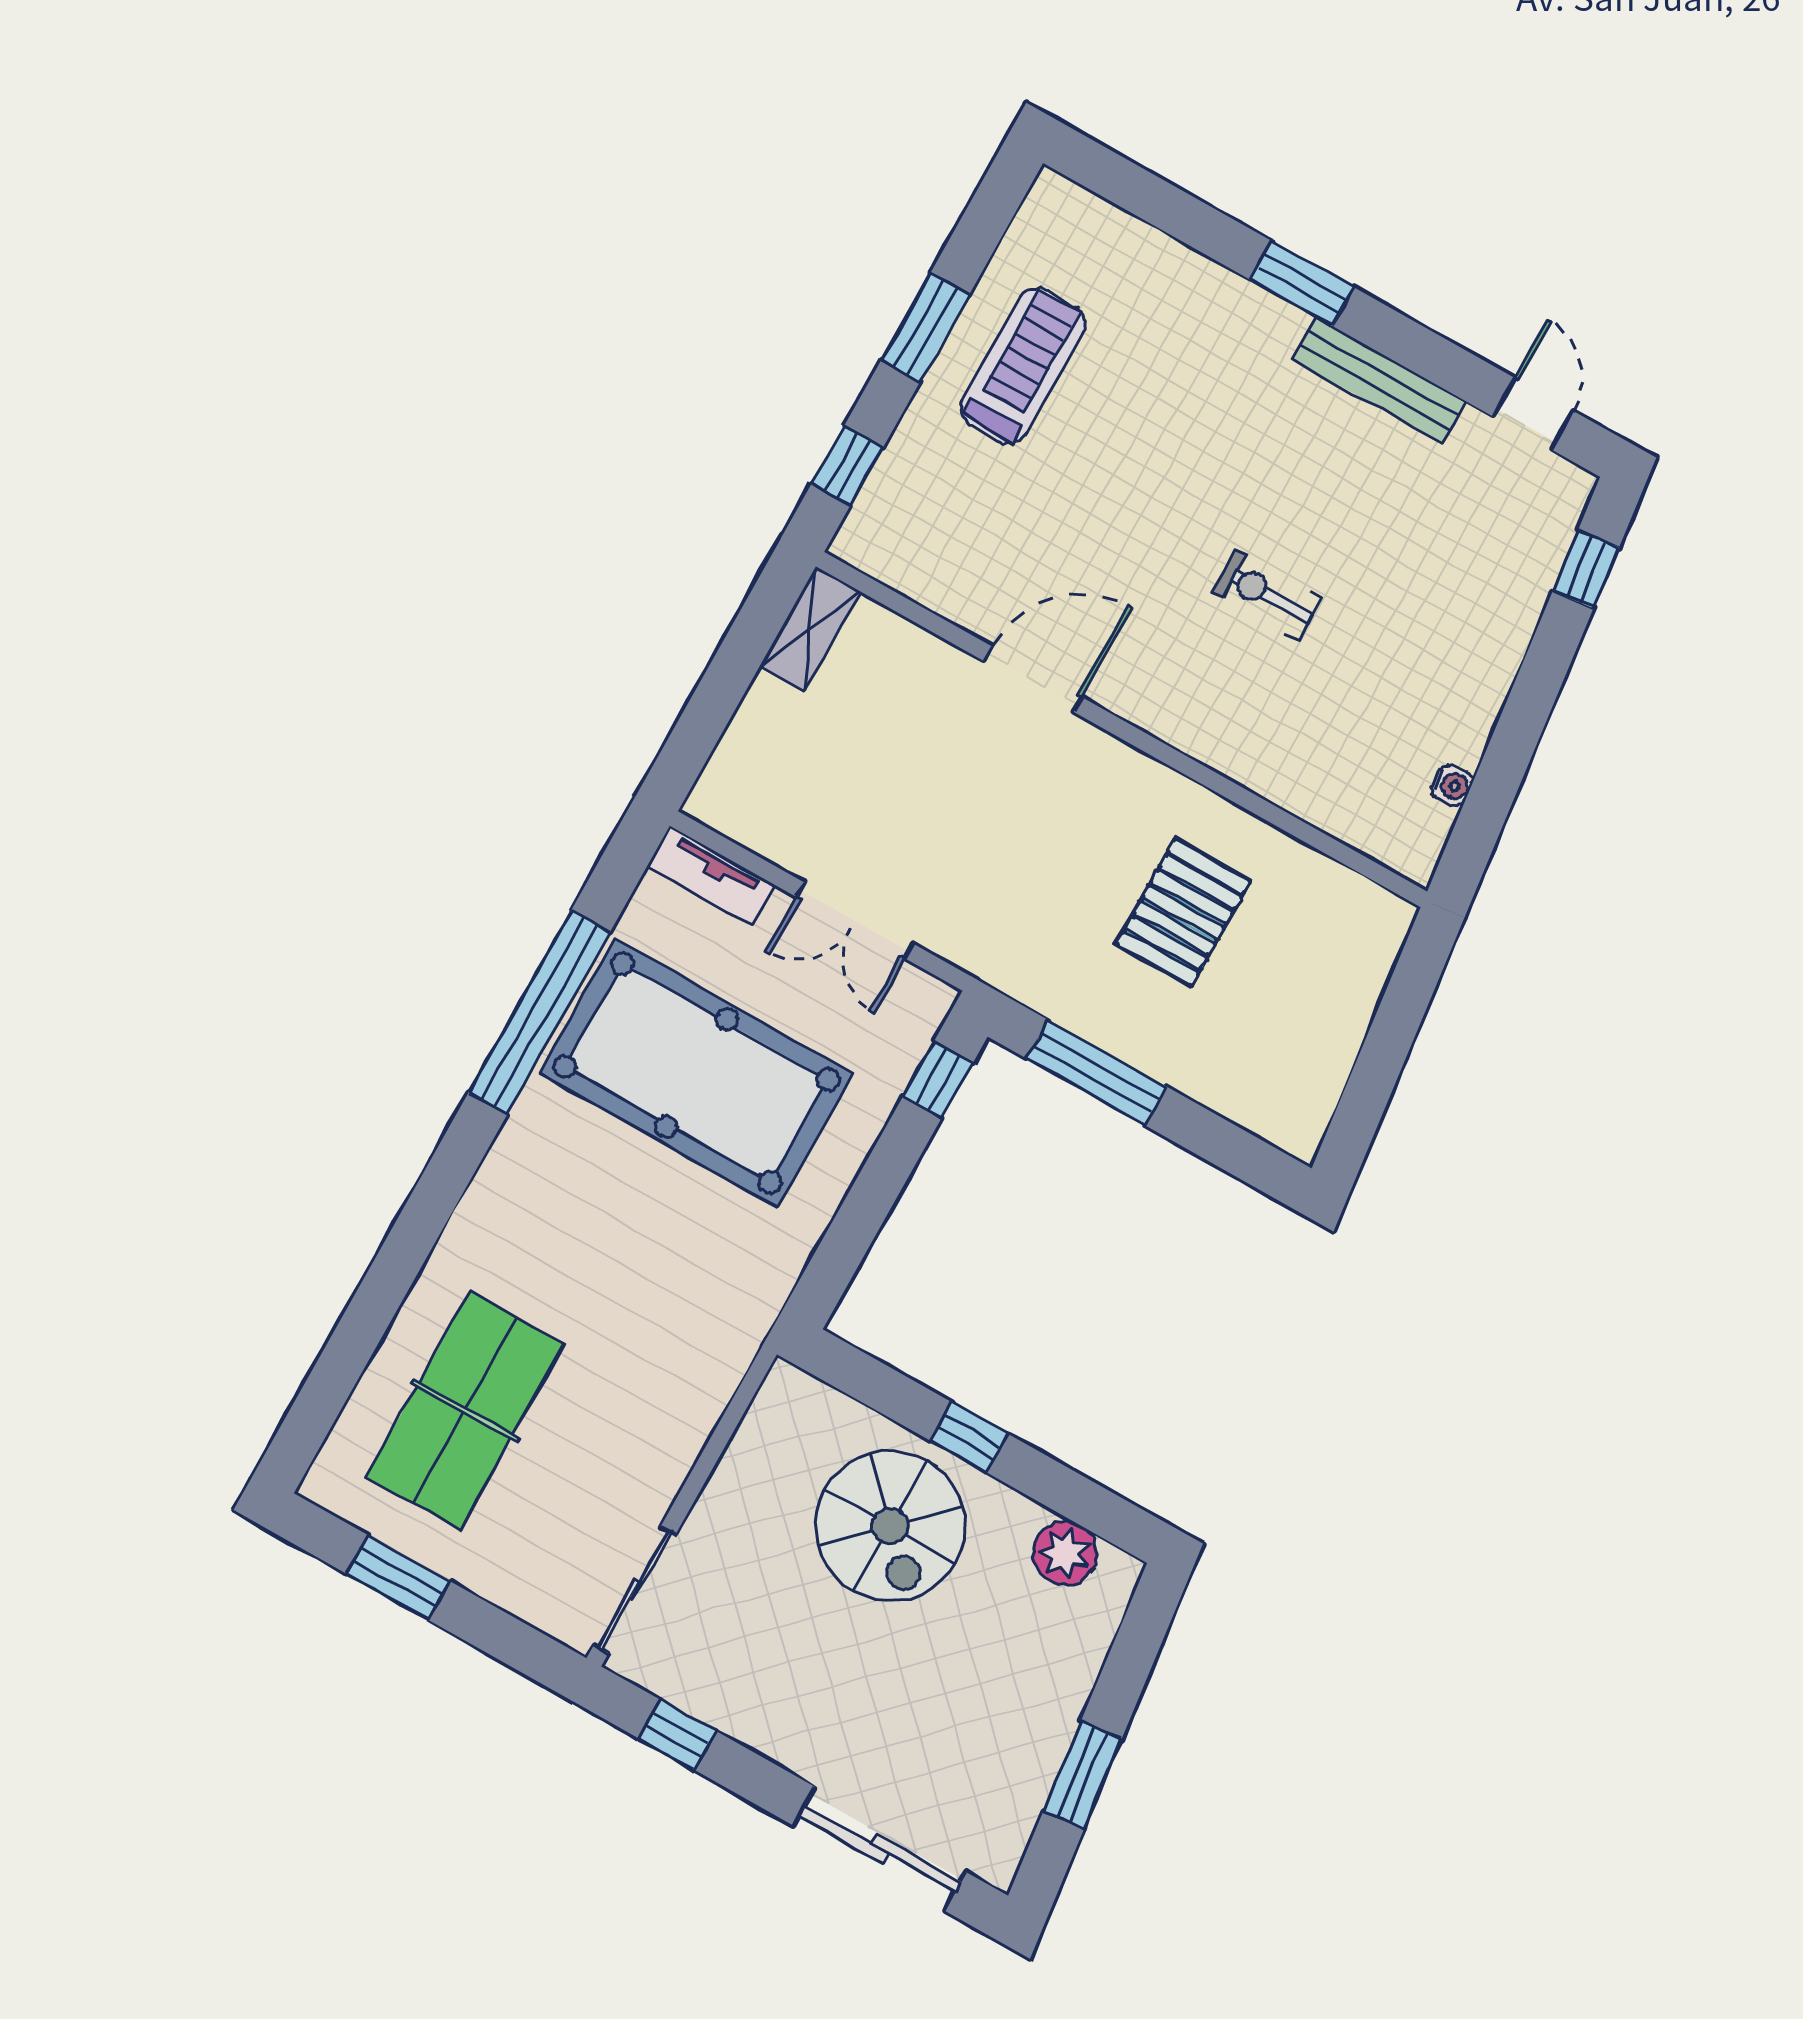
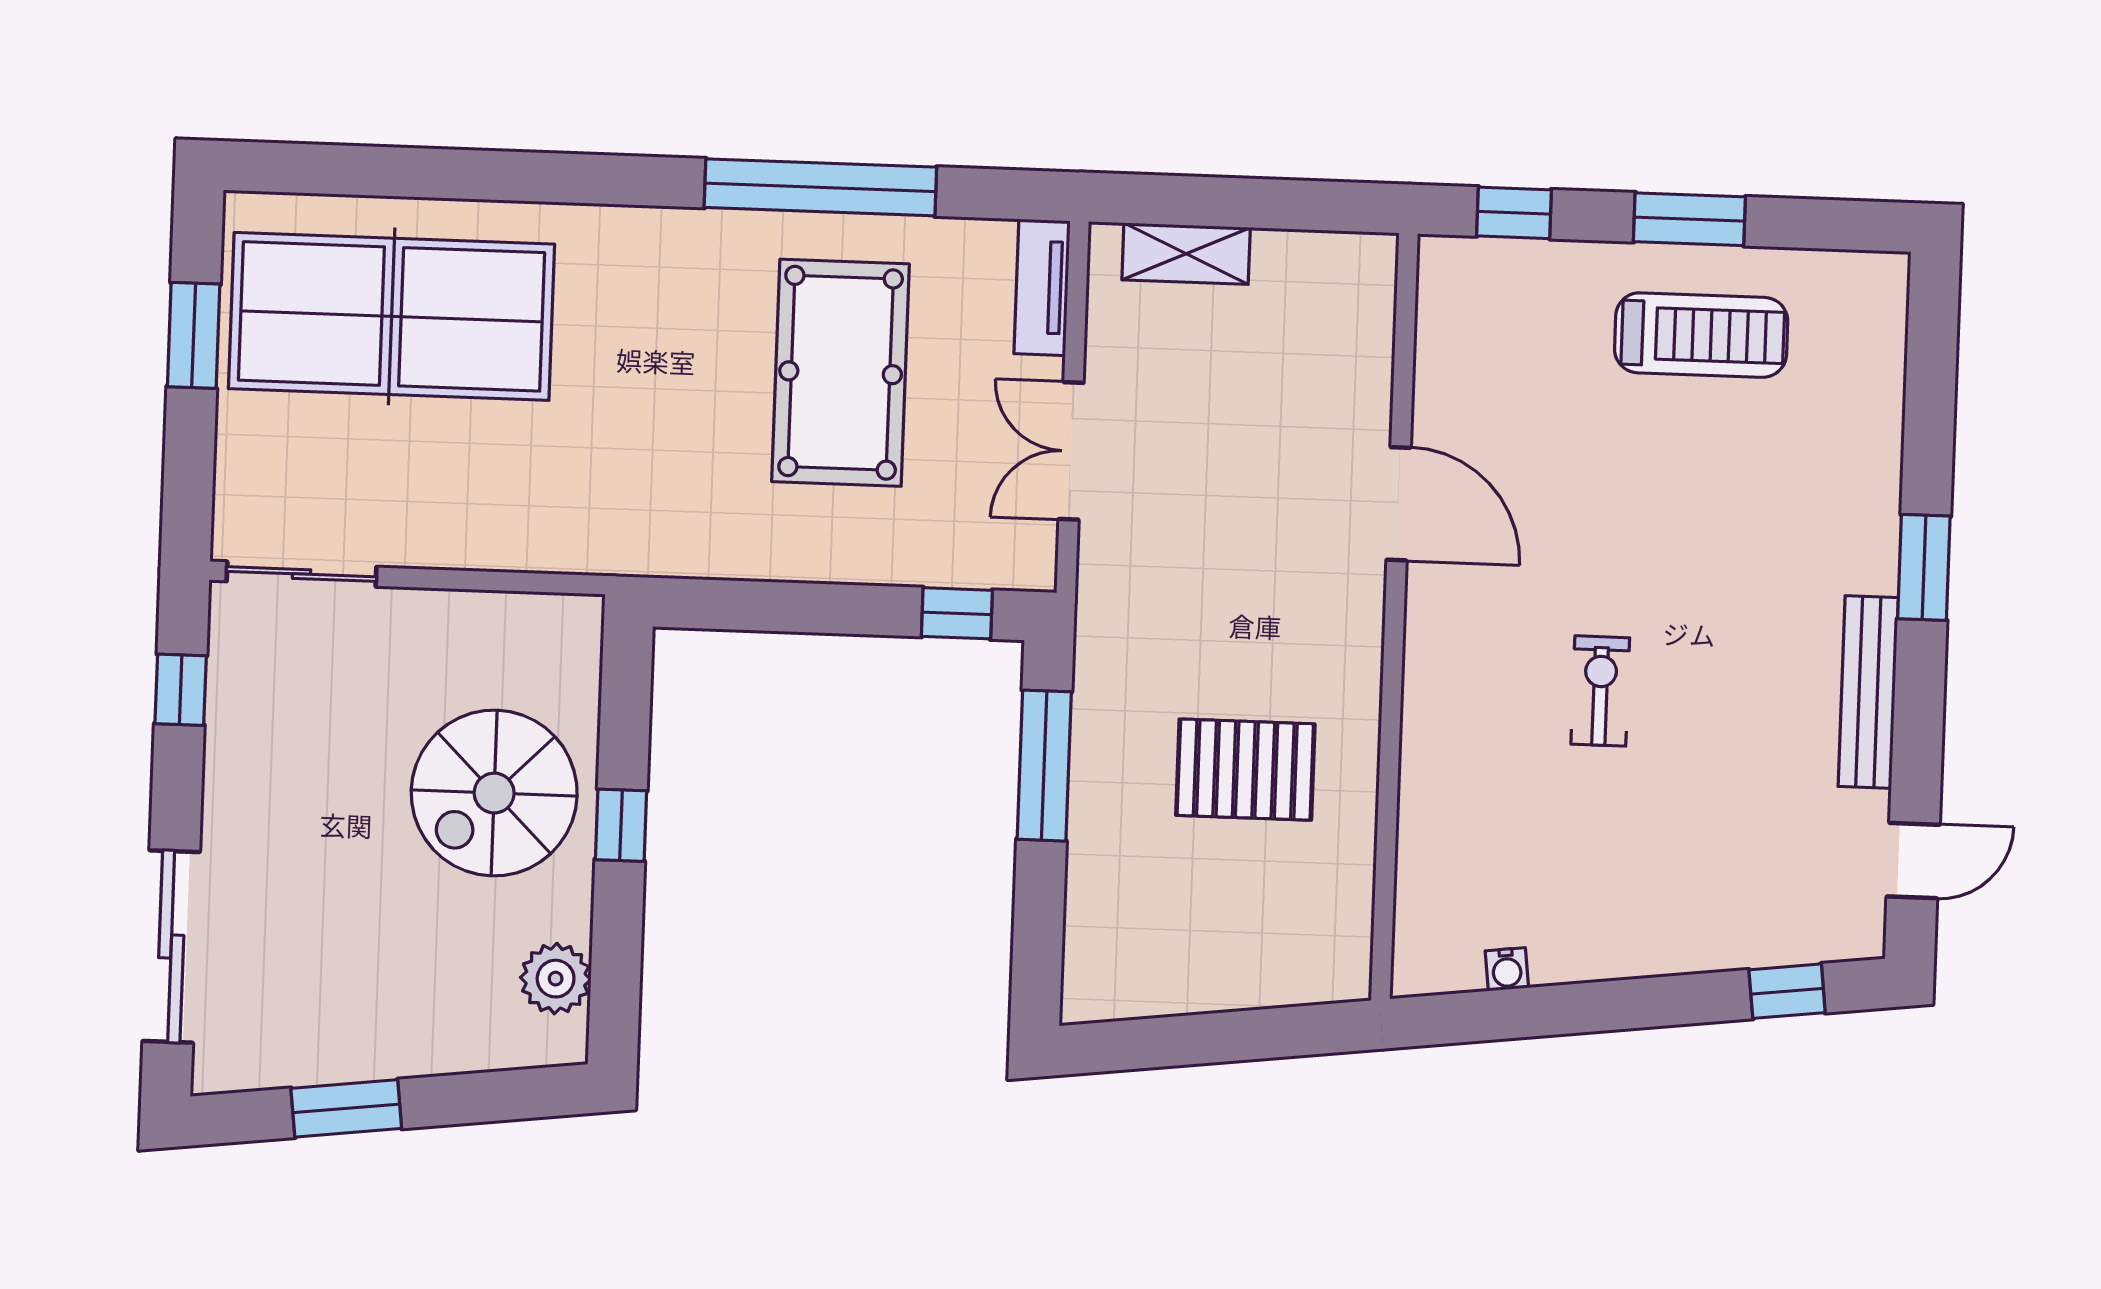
shelving: (810, 629) -> (1186, 254), moved
pool table: (696, 1073) -> (841, 373), width x0.73, depth x0.76
table tennis table: (465, 1411) -> (392, 316), width x1.36, depth x1.32

